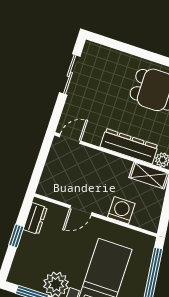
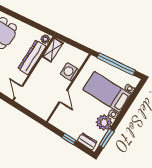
dresser: (35, 219) -> (87, 141), moved

